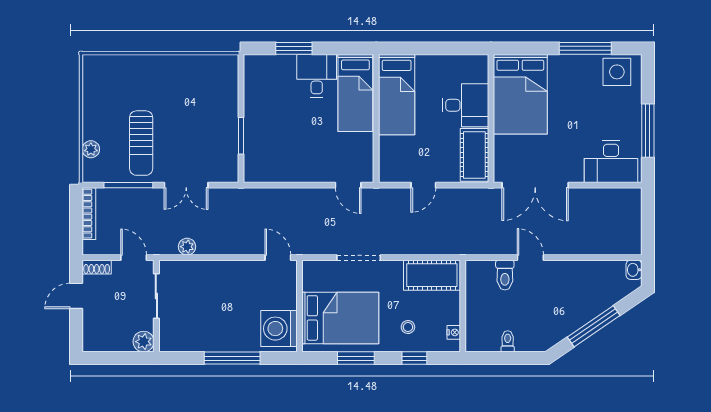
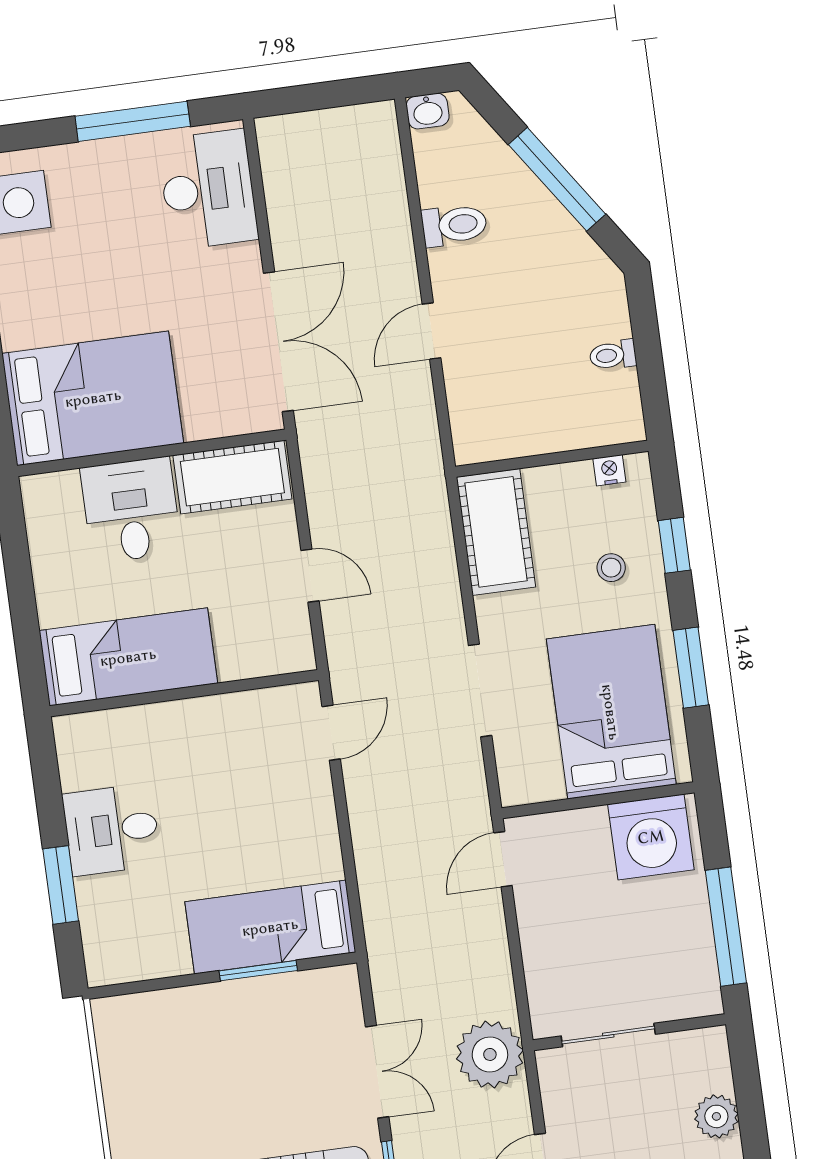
bed: (355, 93) -> (270, 927), moved, turned 180
plant: (187, 247) -> (490, 1054), width x1.87, depth x1.87
toilet: (505, 275) -> (454, 225), moved
sliding door: (156, 296) -> (608, 1035), moved
wall: (156, 306) -> (629, 1032), moved

